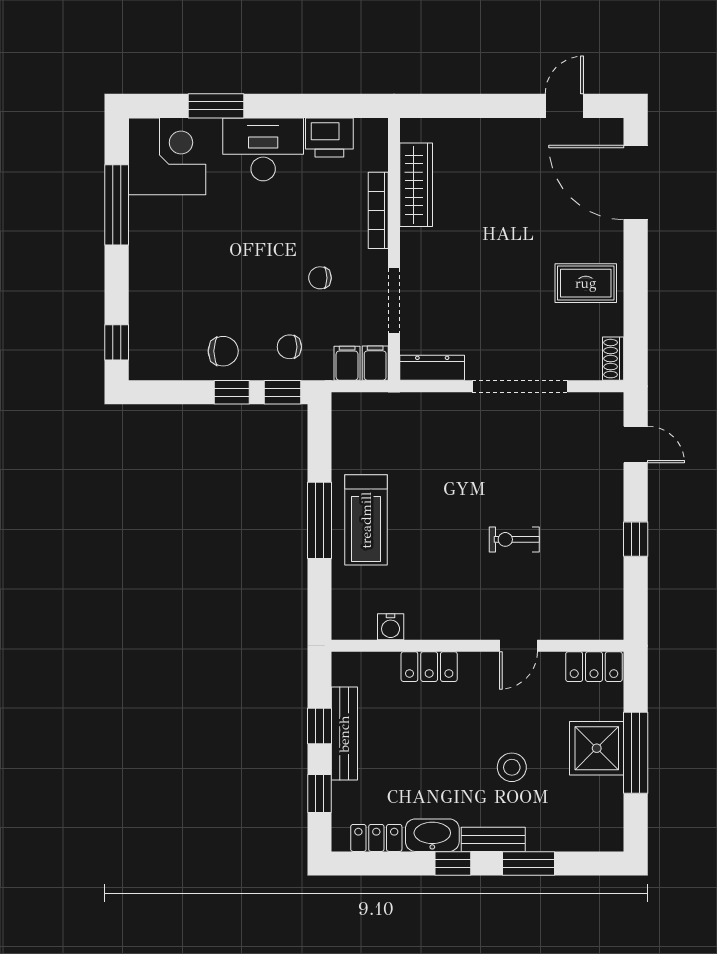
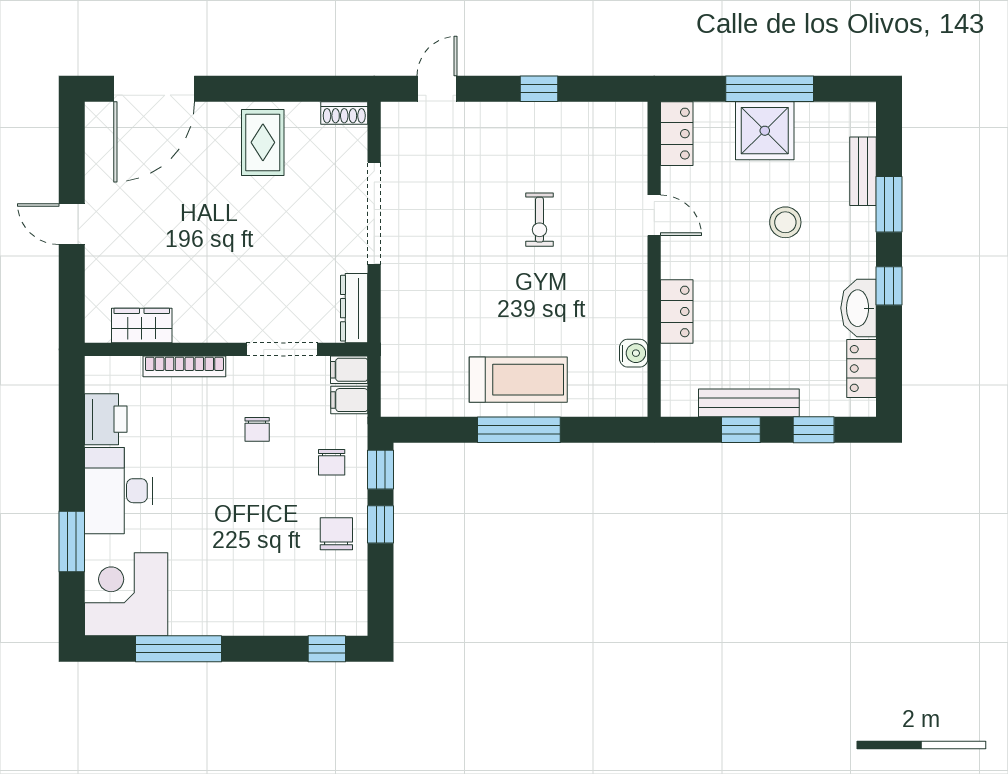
door: (564, 106) -> (72, 224), moved
wardrobe: (416, 185) -> (142, 326), width x0.67
bench: (493, 839) -> (863, 171), moved

